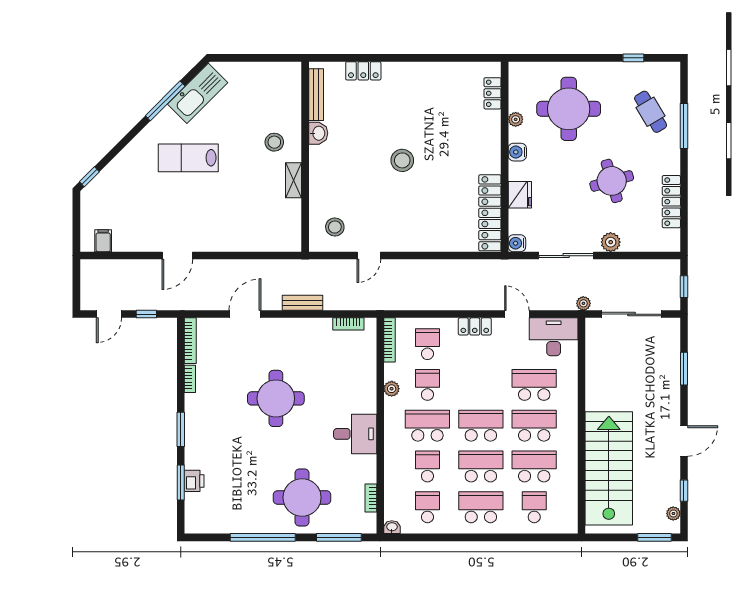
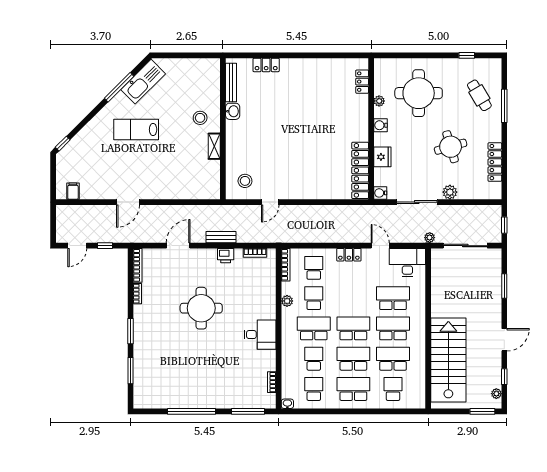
stool: (402, 160) -> (295, 131), removed
printer: (194, 481) -> (226, 256), moved, turned 90
round table: (302, 497) -> (221, 382), removed

